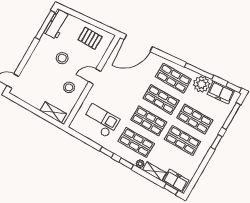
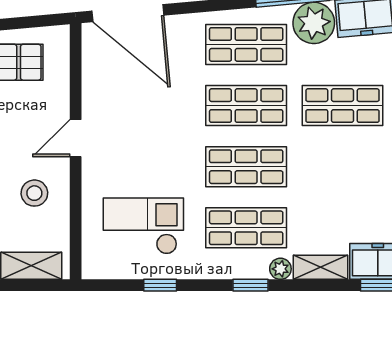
door: (138, 43) -> (128, 13), hinge flipped
shop shelf: (182, 141) -> (342, 167), removed
window: (107, 152) -> (160, 285), moved

